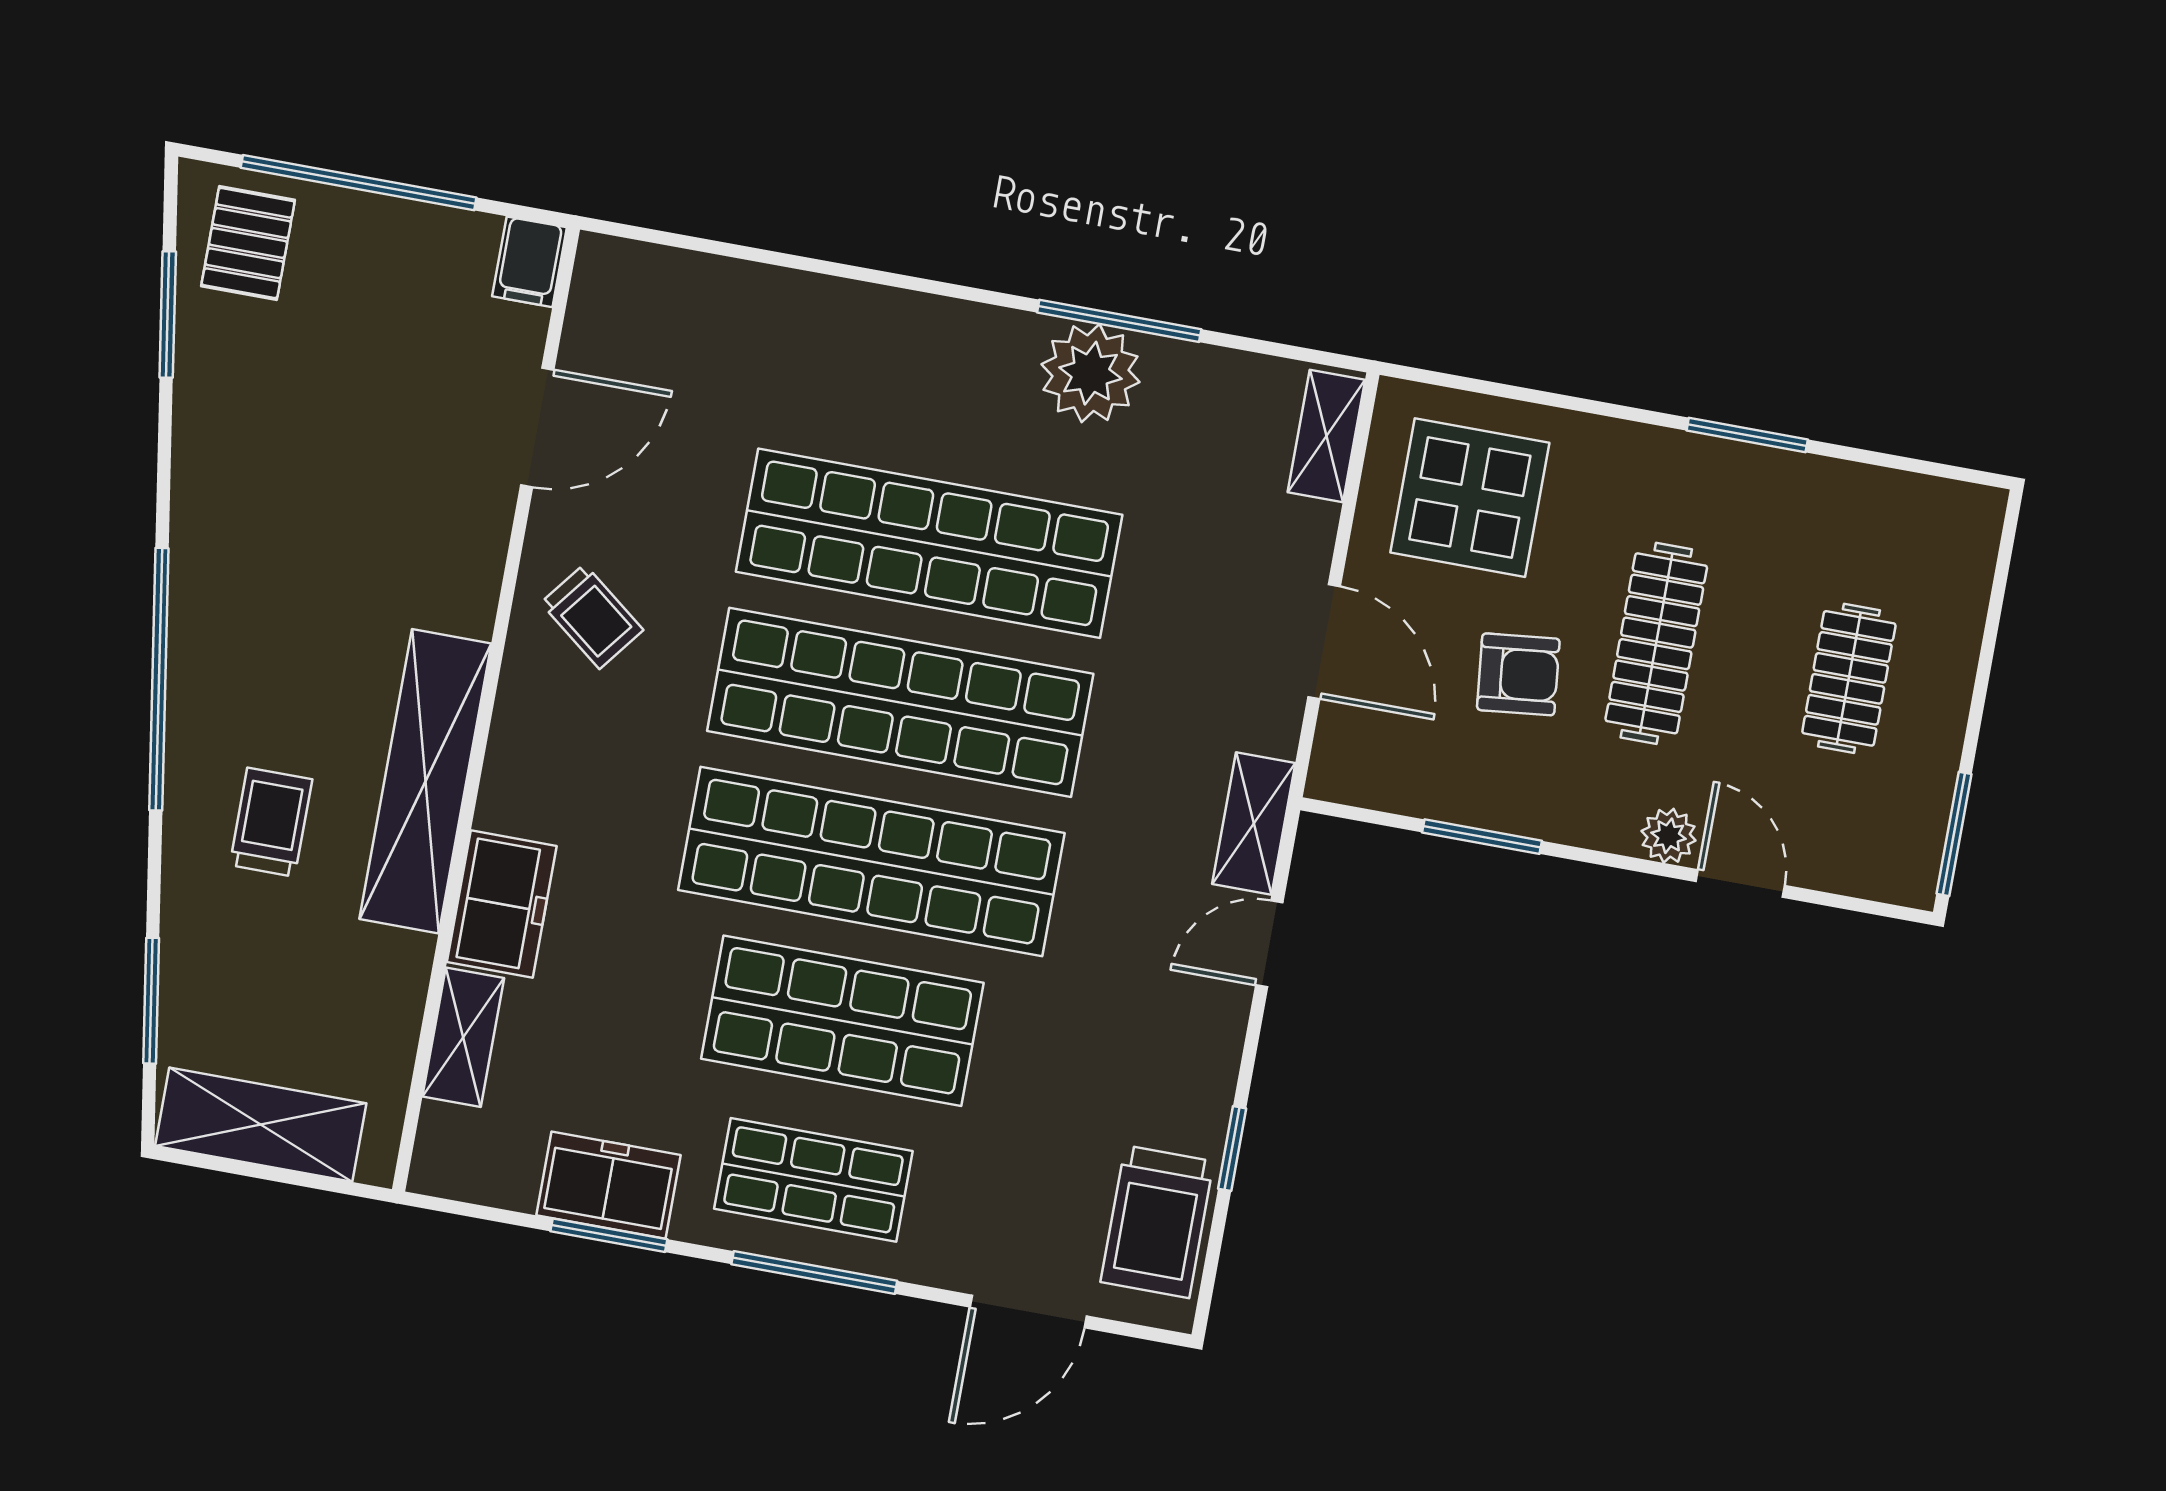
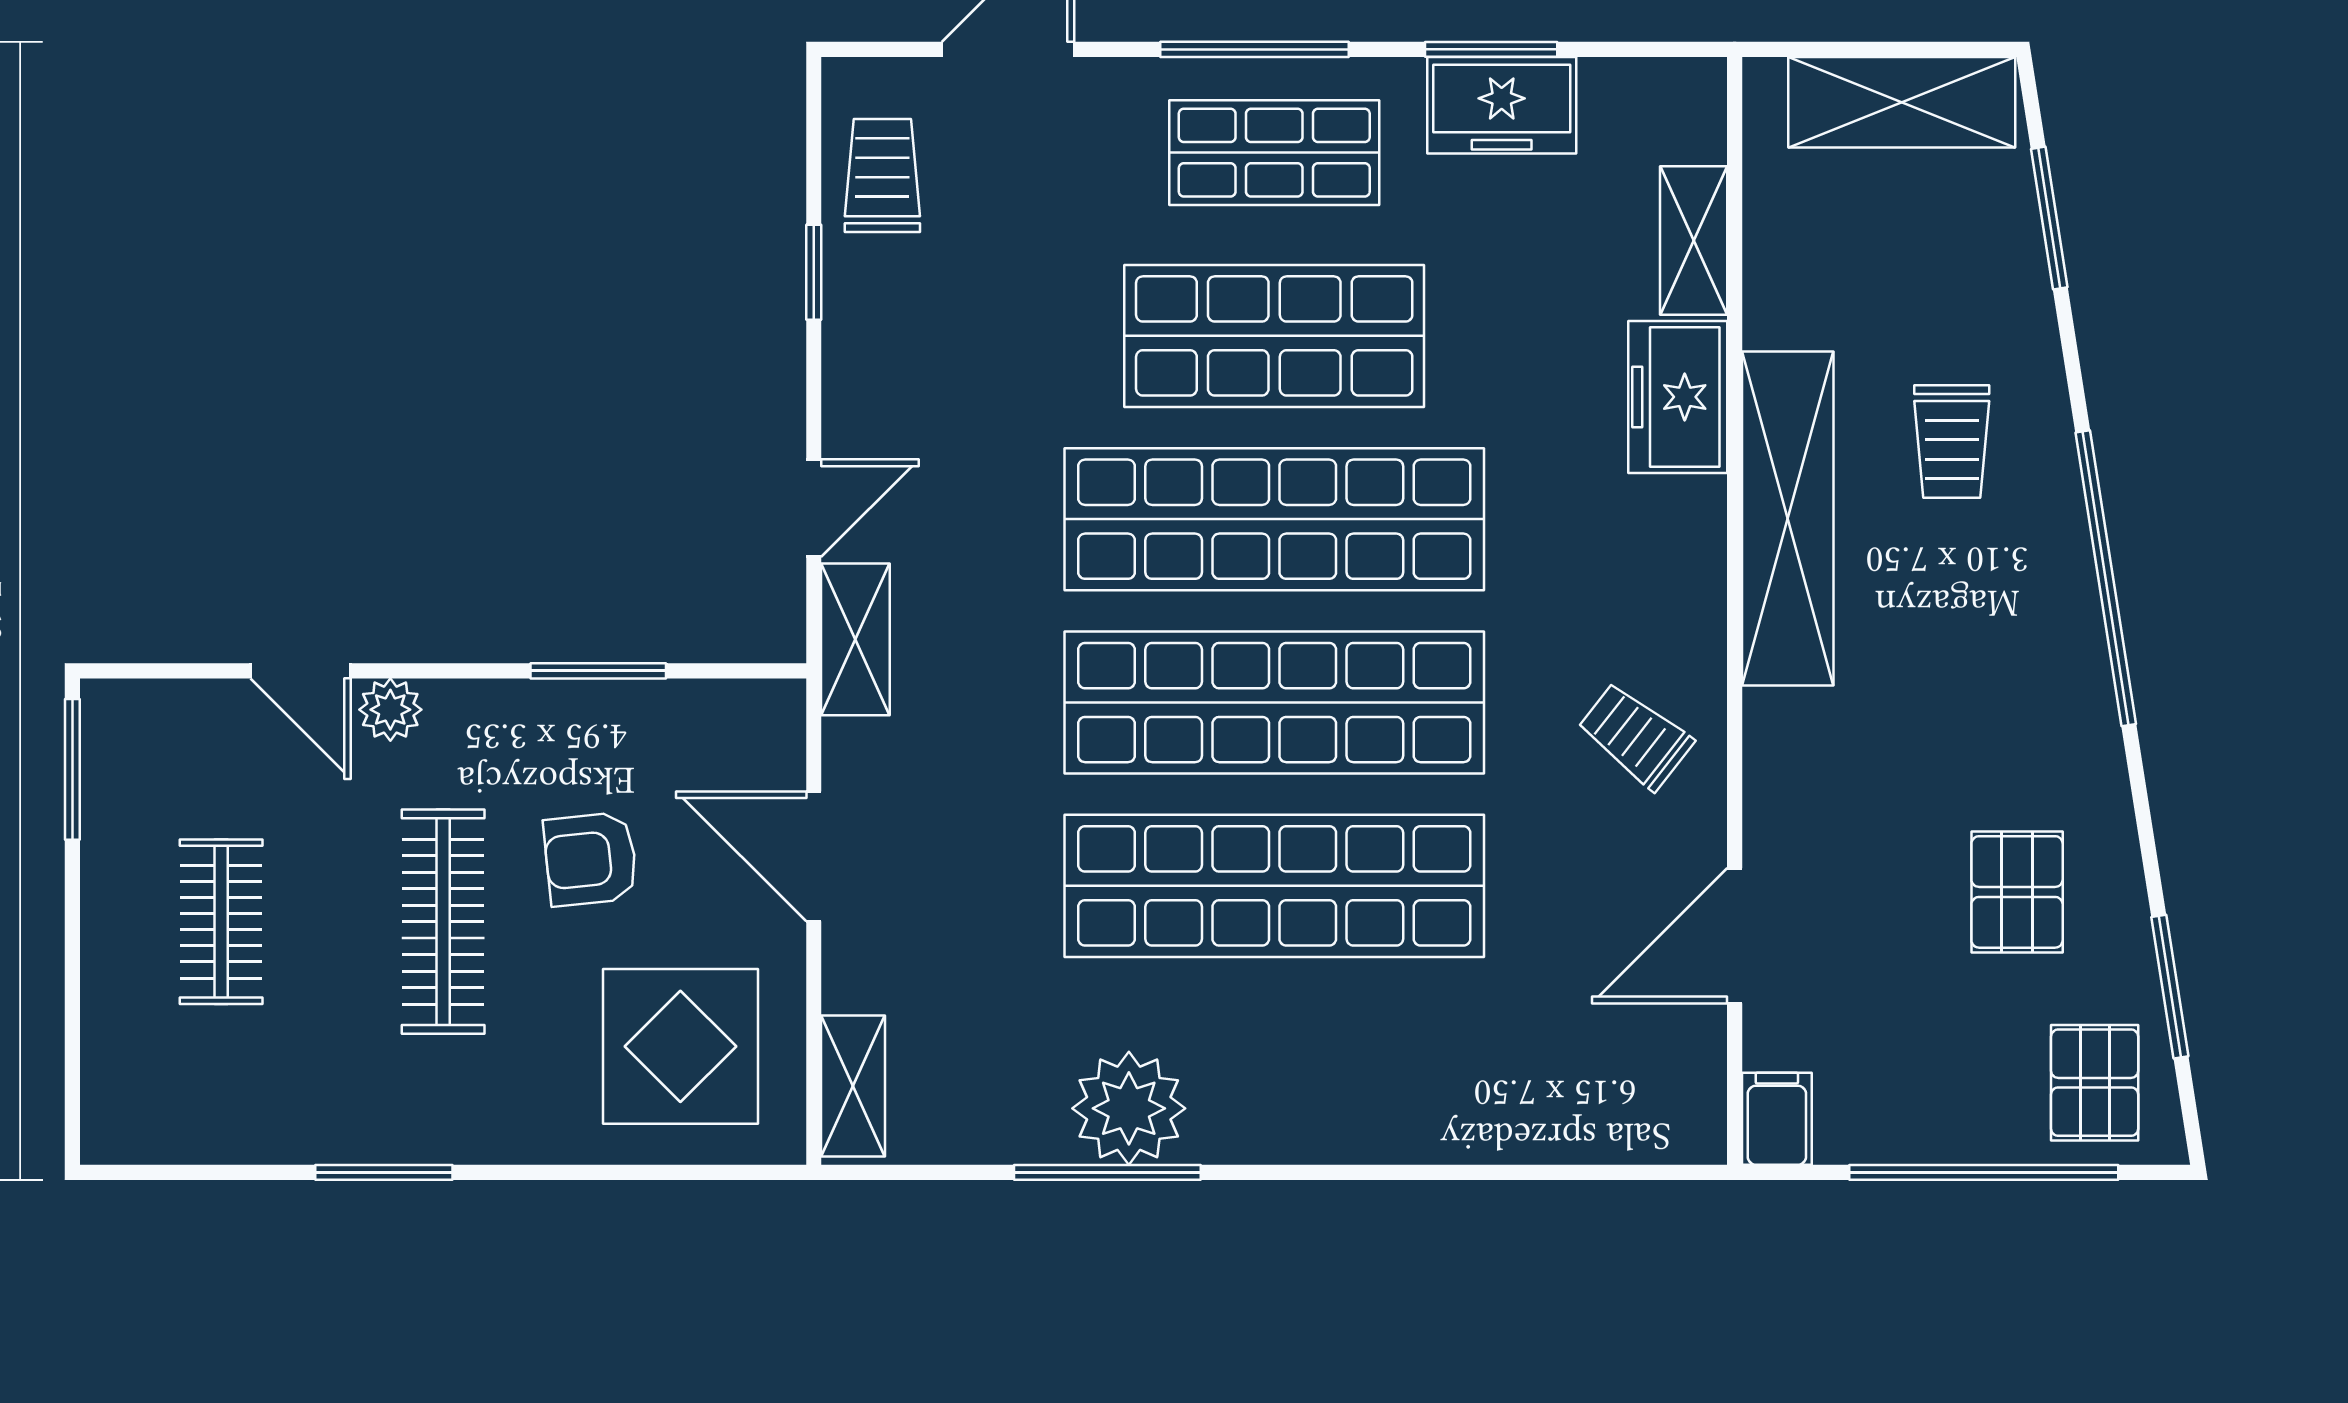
pallet: (285, 421) -> (2017, 892), added
trolley: (1157, 1222) -> (882, 176), width x0.73, depth x0.72

